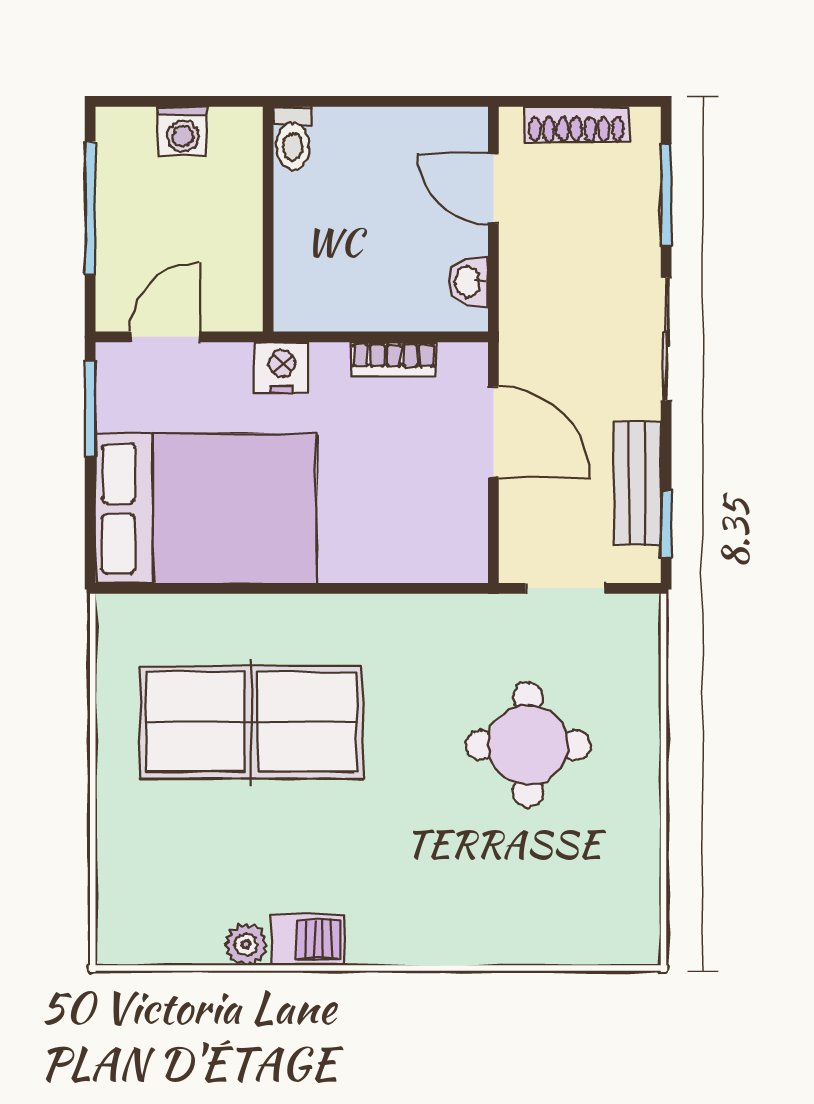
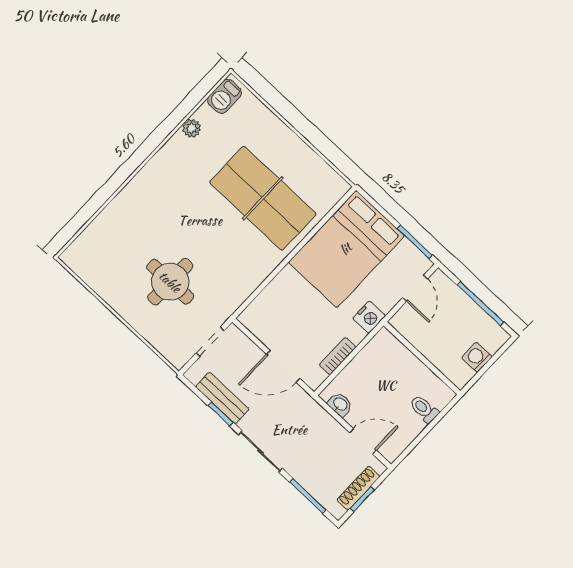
window: (588, 101) -> (362, 499), added
toilet: (293, 138) -> (424, 409), moved
window: (666, 524) -> (221, 414), moved
table tennis table: (251, 722) -> (263, 198), turned 90
barbecue: (308, 940) -> (225, 96), moved

